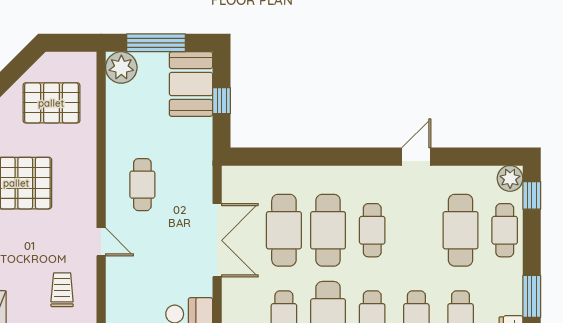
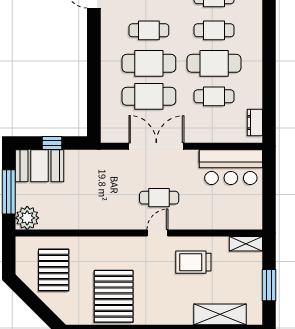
cafe table: (142, 185) -> (159, 198), moved
trolley: (62, 290) -> (193, 262), width x1.36, depth x1.39

